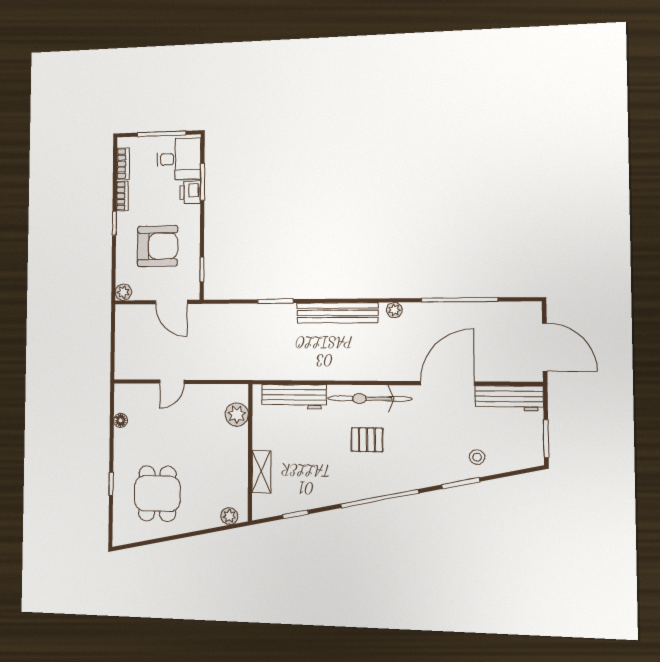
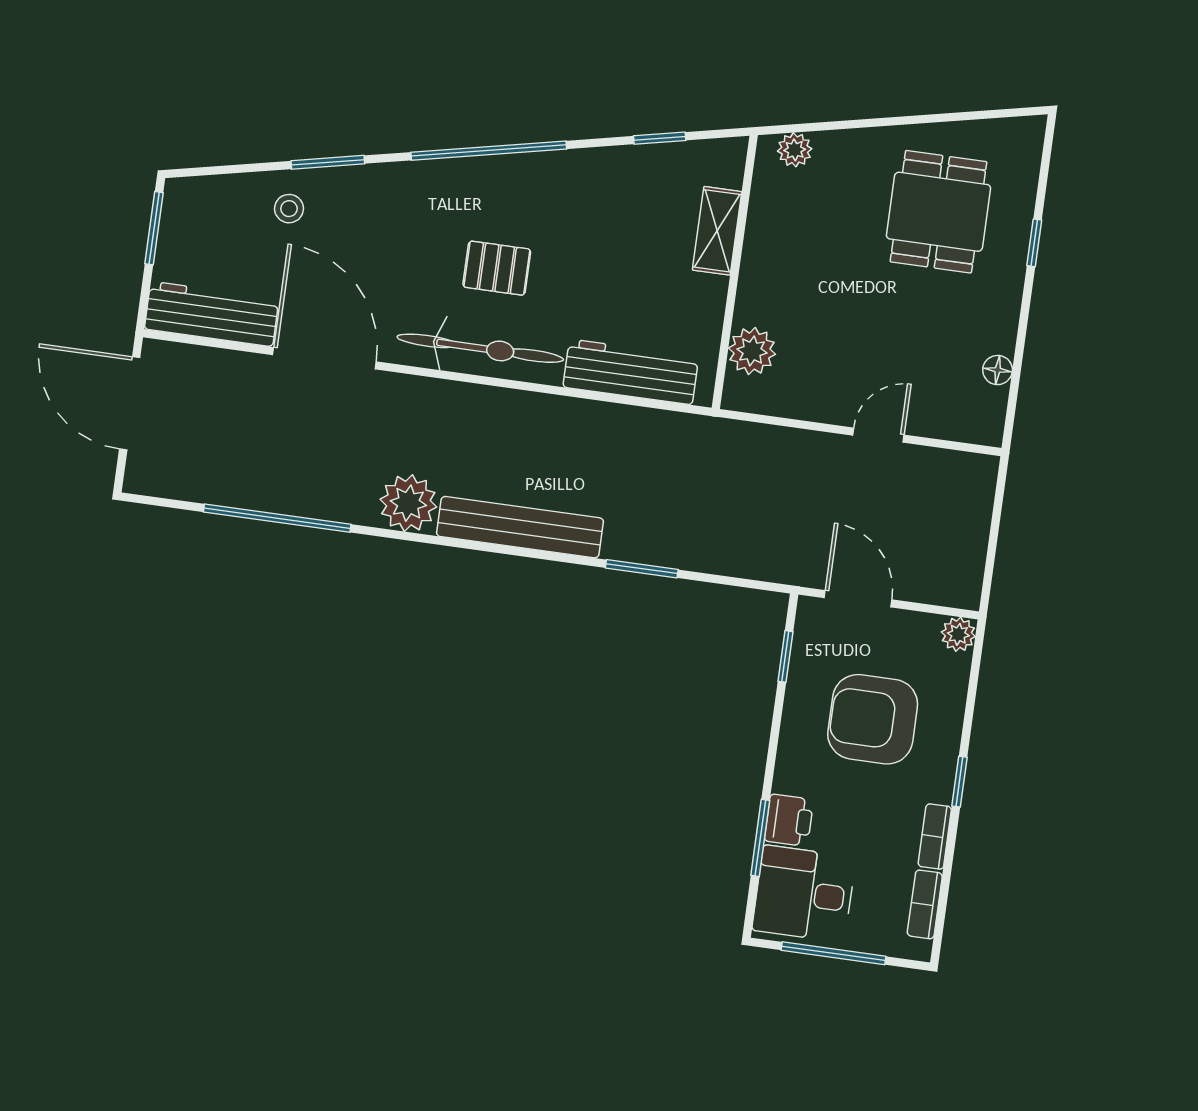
plant: (394, 310) -> (408, 503), width x1.87, depth x1.87
door: (447, 383) -> (324, 358), swing flipped

